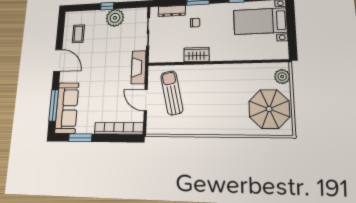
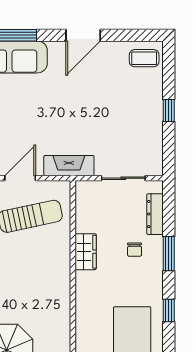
plant: (115, 18) -> (149, 125), removed
coffee table: (78, 34) -> (144, 58), moved

